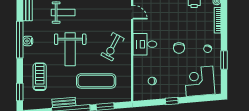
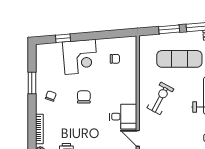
desk: (145, 44) -> (123, 117), moved
corner desk: (200, 81) -> (80, 57), moved
window: (172, 101) -> (63, 38), moved

